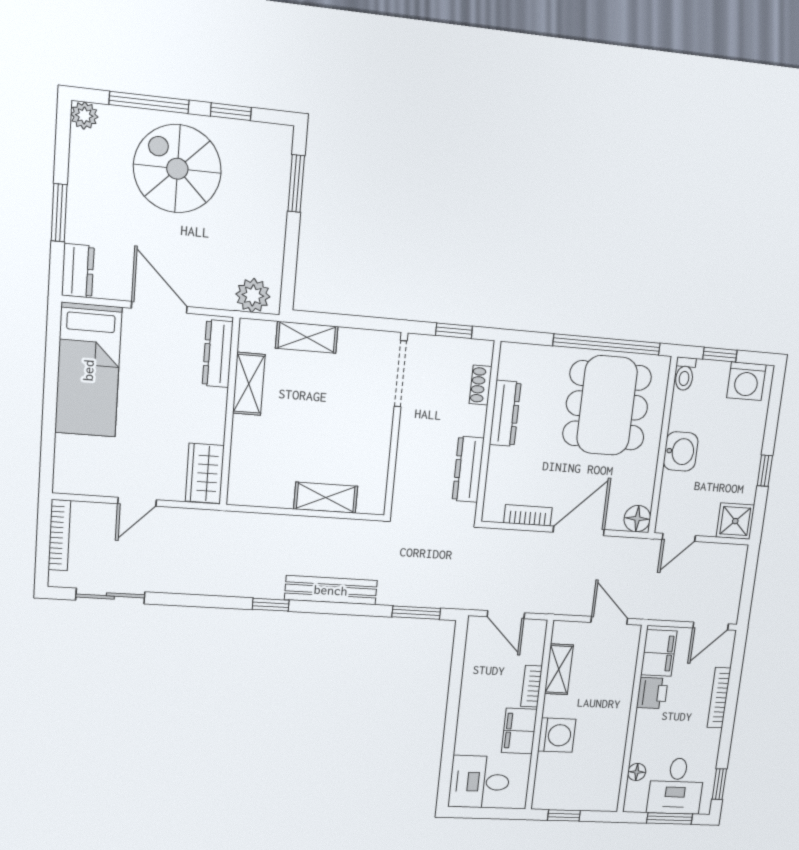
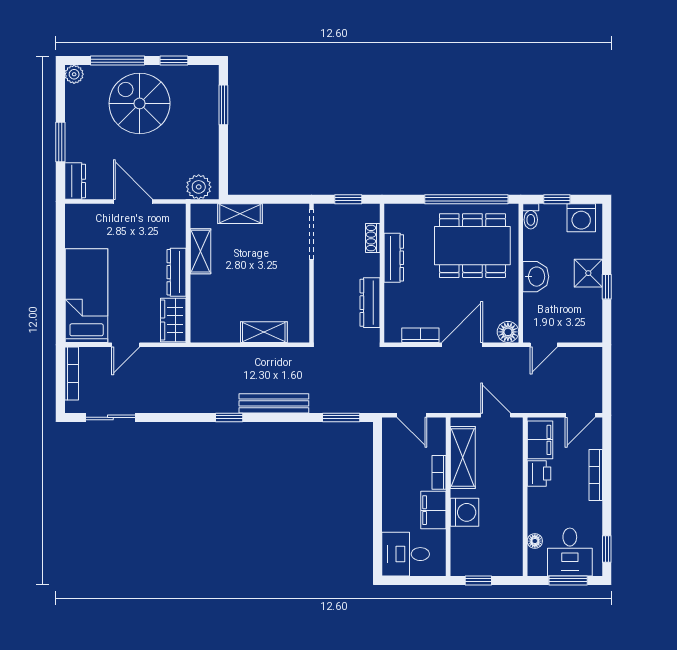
dresser: (218, 354) -> (177, 272), moved
bed: (88, 370) -> (87, 296), moved, turned 180
dining table: (607, 406) -> (472, 246), turned 90
shower: (735, 521) -> (588, 273), moved
shelving: (559, 669) -> (463, 457), width x1.50, depth x1.33

